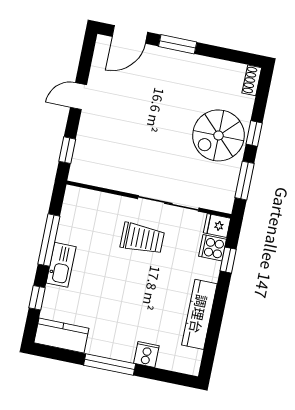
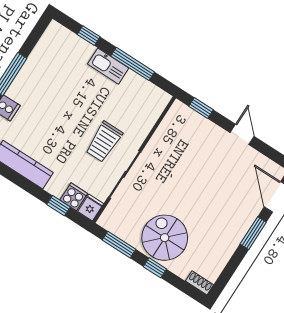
kitchen counter: (61, 335) -> (50, 44), removed

